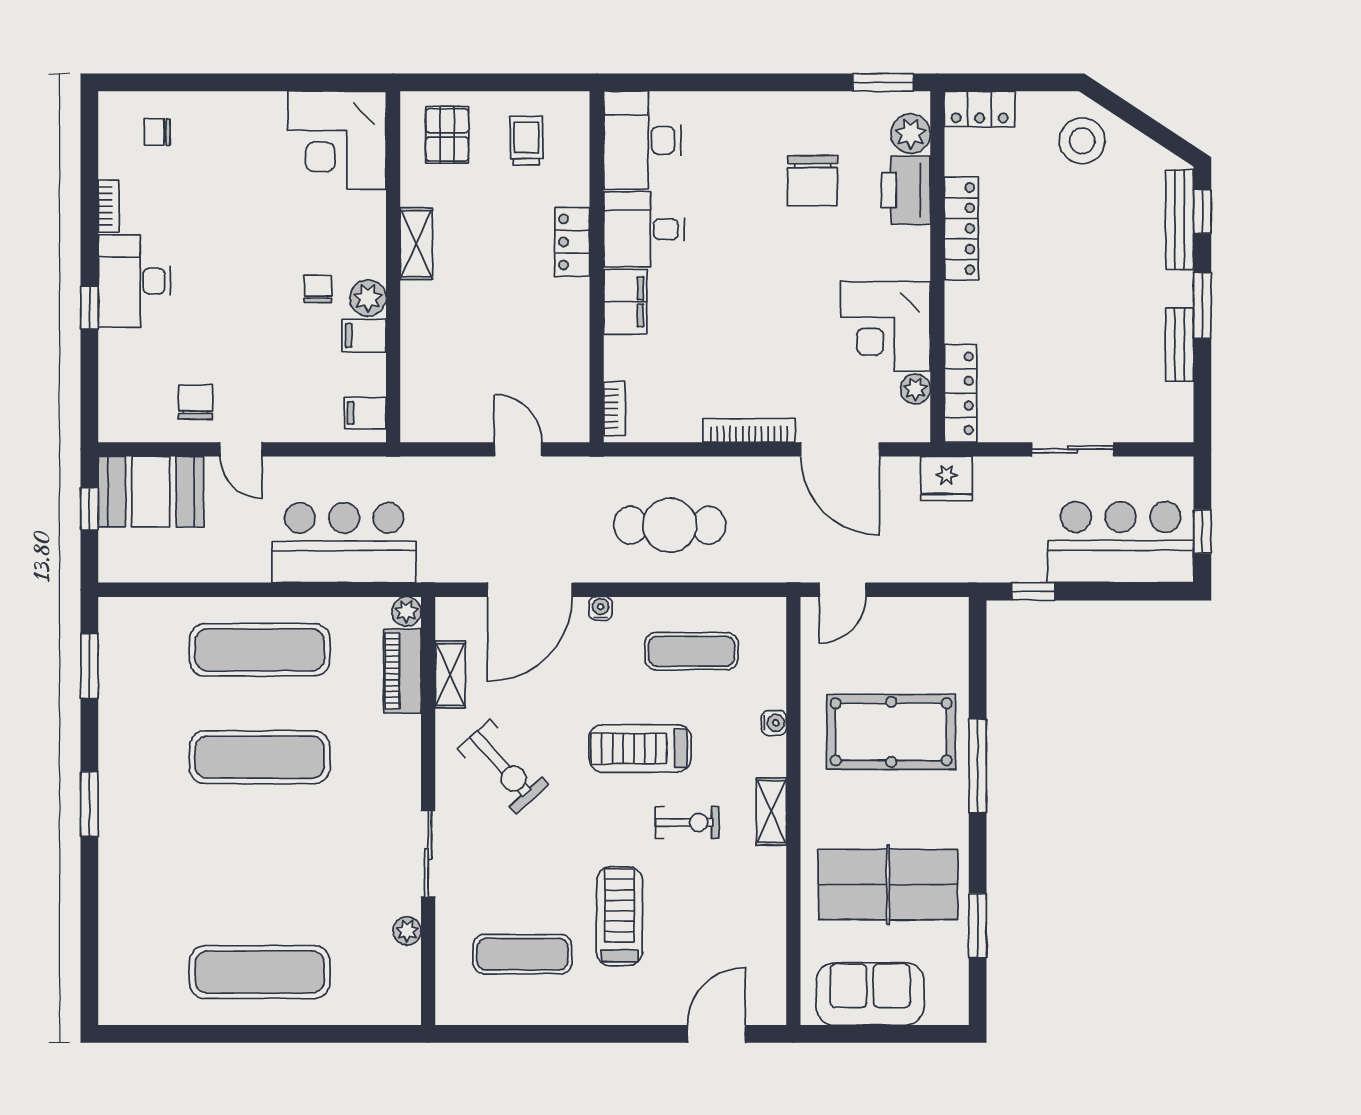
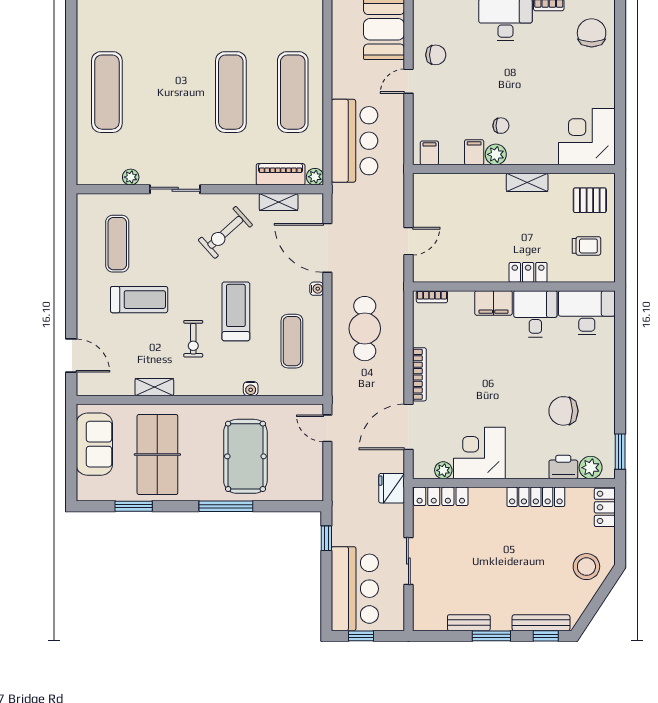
chair: (157, 132) -> (592, 33), width x1.87, depth x1.87
printer: (906, 190) -> (563, 467), width x0.73, depth x0.84
shelving: (771, 812) -> (154, 387), moved

